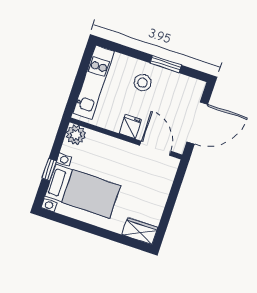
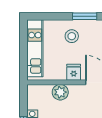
plant: (76, 135) -> (60, 92), moved

